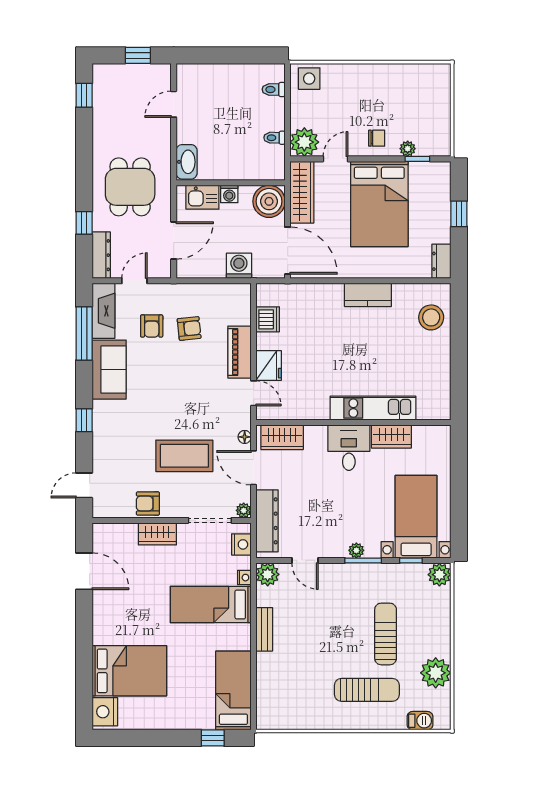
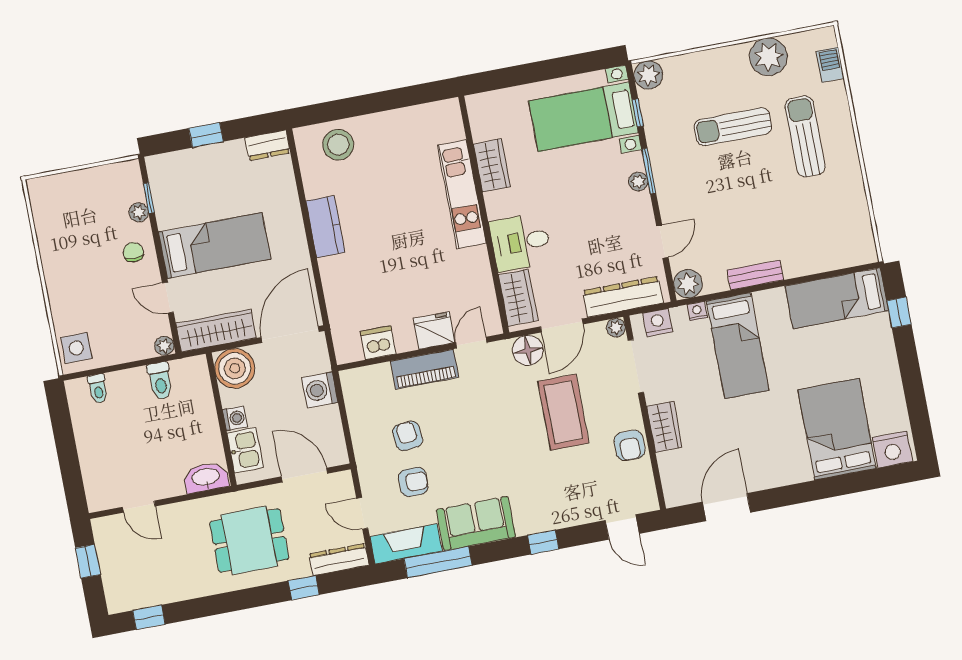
toilet: (274, 138) -> (160, 381), width x1.37, depth x1.39
plant: (304, 142) -> (164, 346), width x0.53, depth x0.53
bed: (379, 204) -> (215, 246), width x0.67
floor lamp: (245, 437) -> (528, 350), width x1.89, depth x1.89
desk: (349, 448) -> (521, 242), moved

